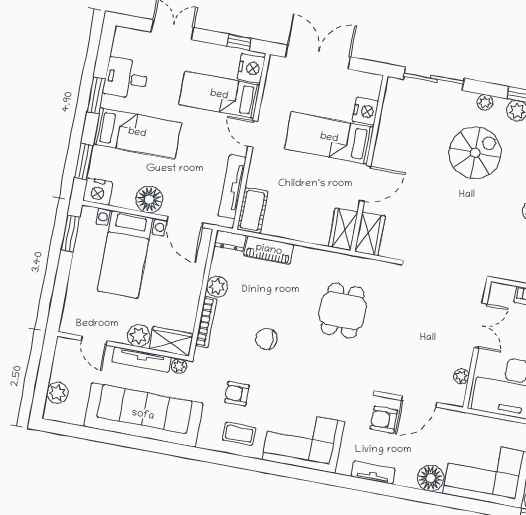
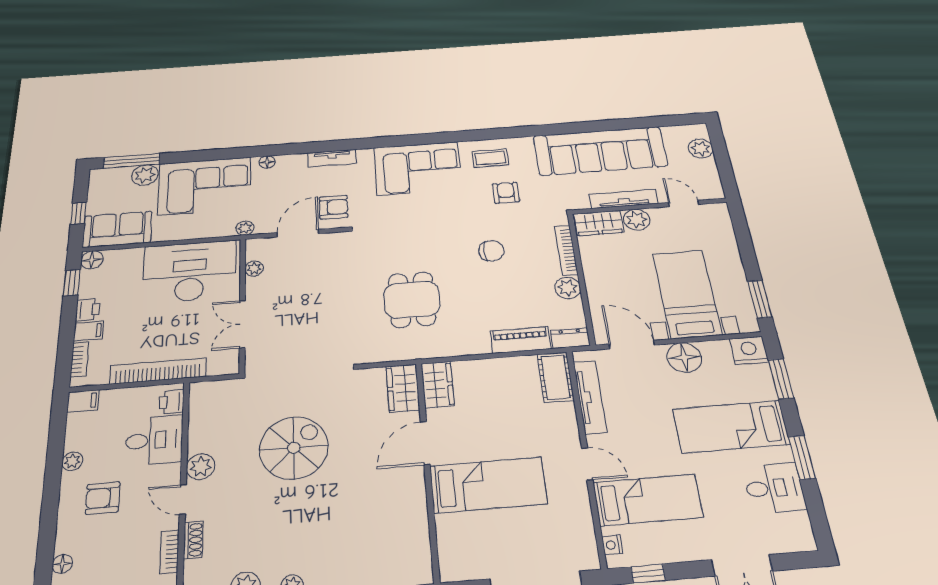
nightstand: (251, 68) -> (612, 545), width x0.53, depth x0.56
nightstand: (365, 111) -> (451, 531), removed
spiral stairs: (475, 153) -> (294, 448), moved, turned 180
plant: (179, 366) -> (245, 228), moved
armchair: (237, 394) -> (506, 193), turned -90
floor lamp: (431, 478) -> (267, 162), width x0.53, depth x0.53

